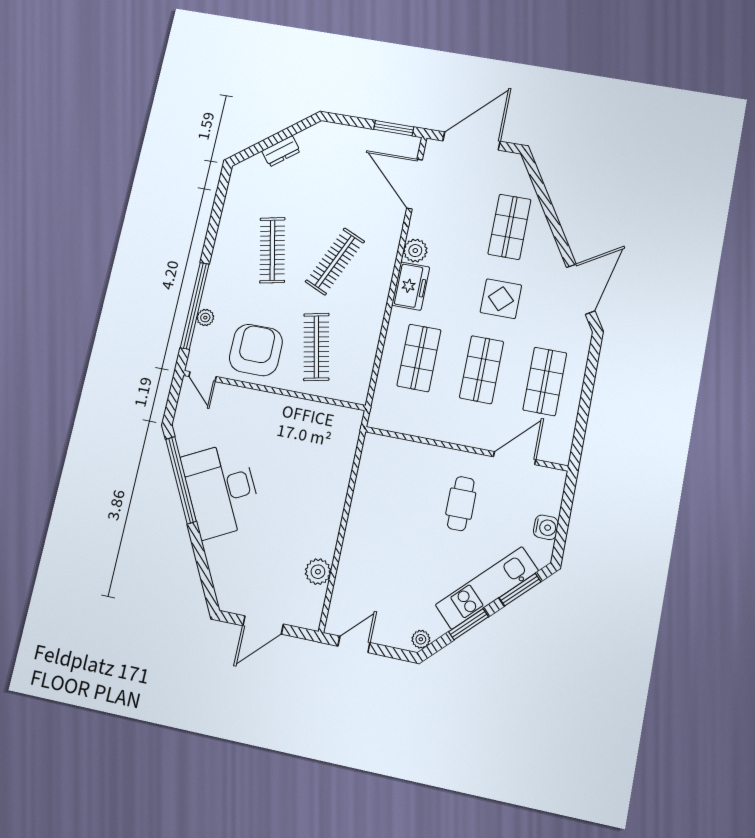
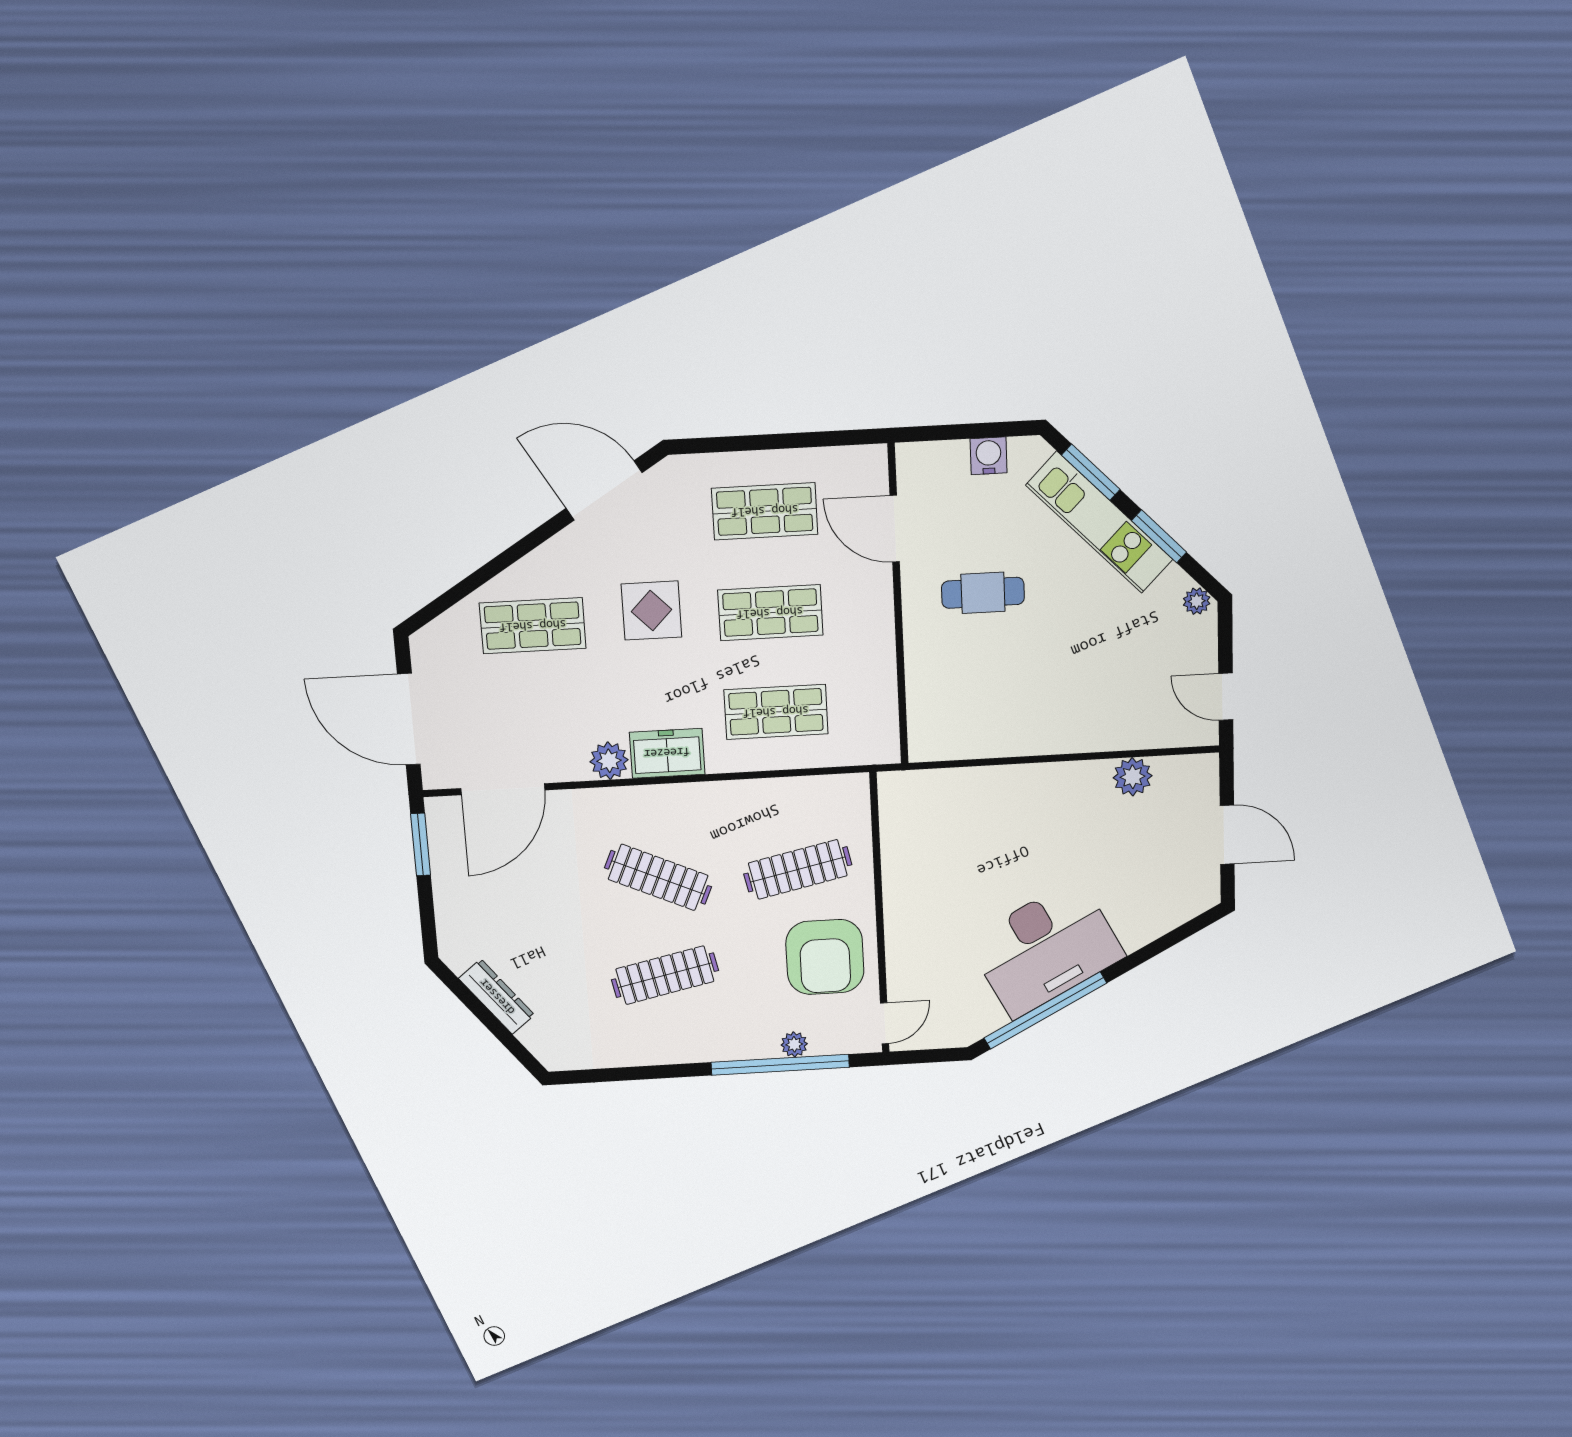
dresser: (281, 151) -> (497, 997), width x1.44
armchair: (256, 350) -> (825, 957), turned -90

